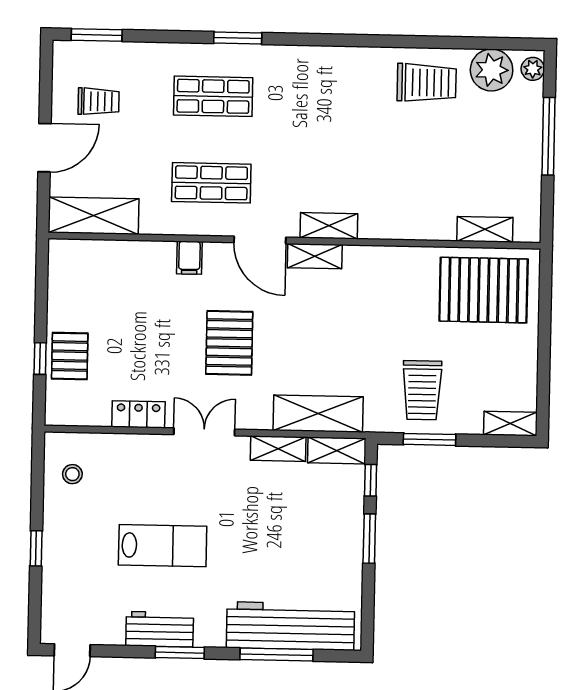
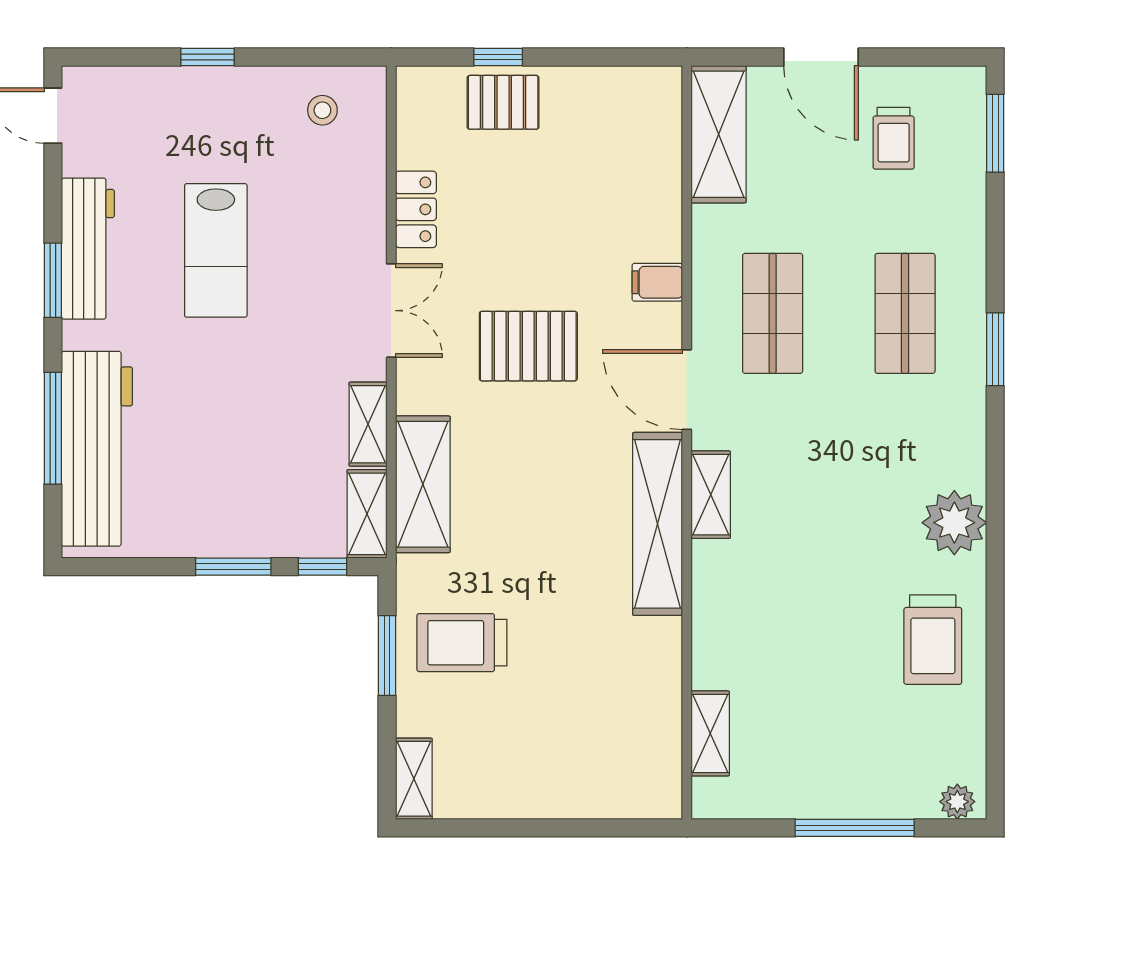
plant: (492, 70) -> (954, 523), moved
door: (260, 240) -> (687, 390), hinge flipped
shelving: (315, 256) -> (658, 524), width x2.20, depth x1.33
pallet: (484, 290) -> (617, 733), removed
workbench: (160, 629) -> (88, 249), width x1.38

